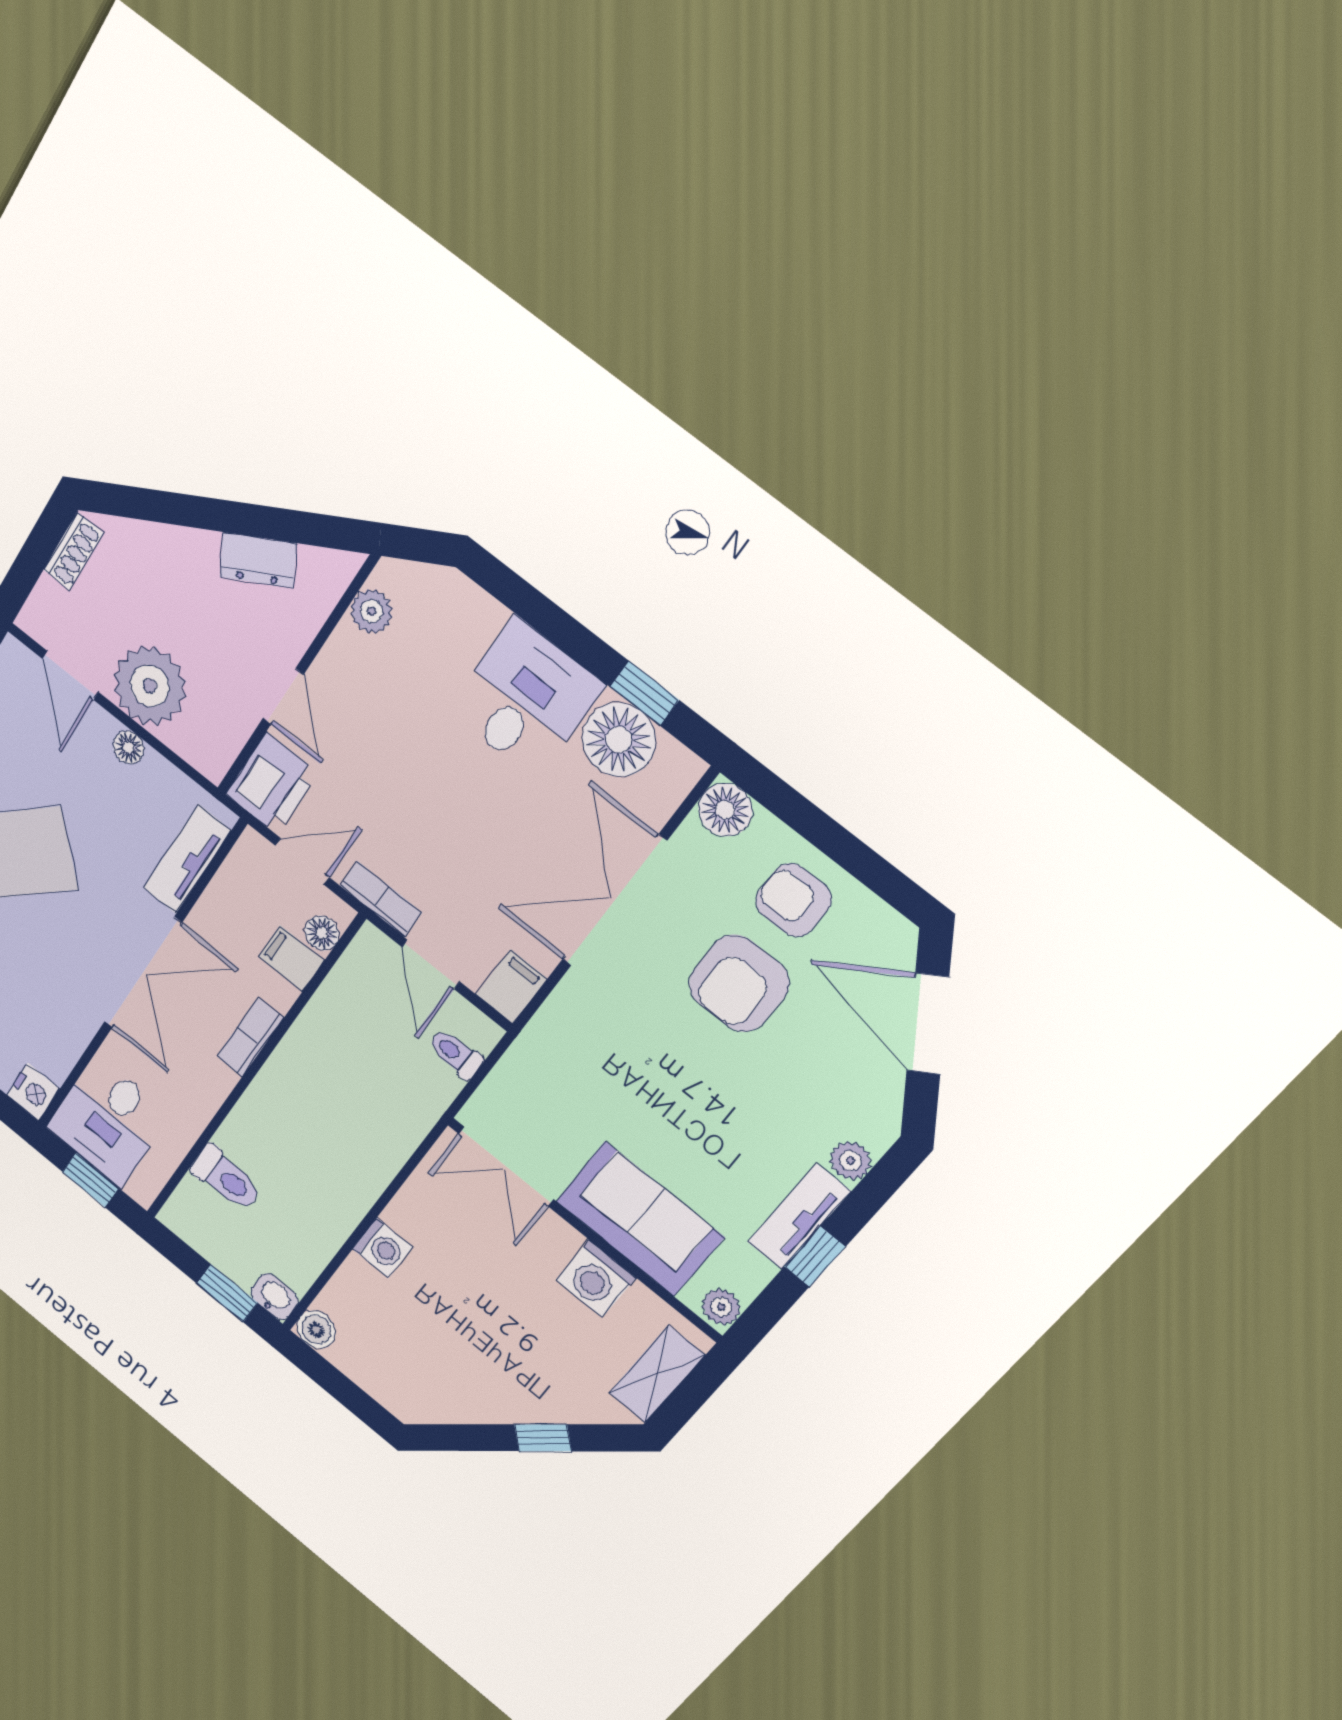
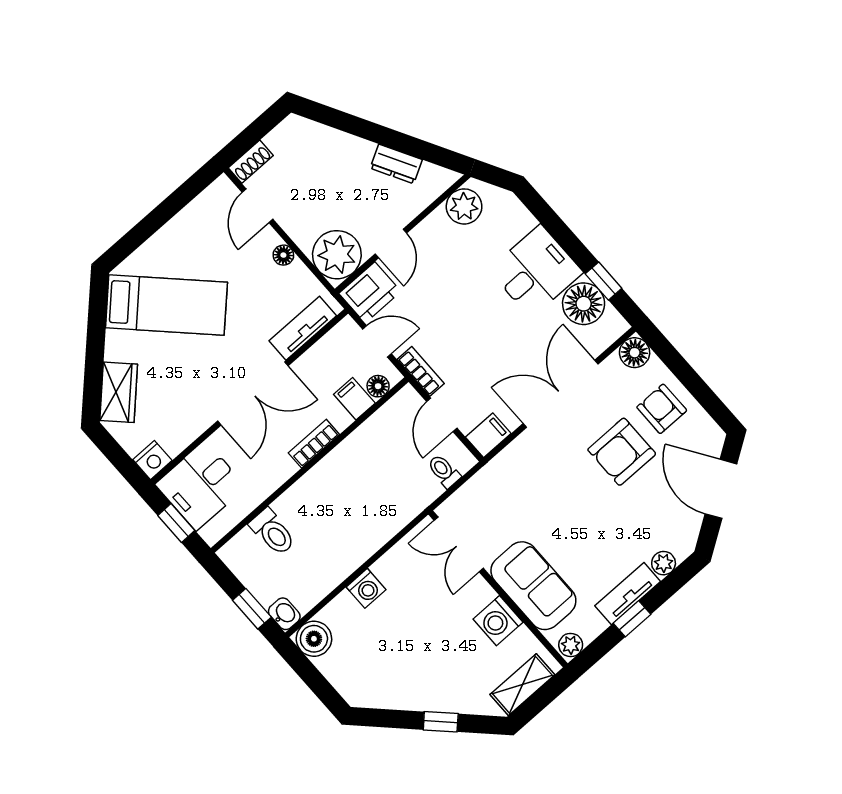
shoe rack: (73, 551) -> (251, 162), moved
plant: (372, 611) -> (464, 206), width x1.38, depth x1.38
plant: (150, 686) -> (337, 255), moved
boiler: (316, 1330) -> (314, 639), width x1.36, depth x1.36

